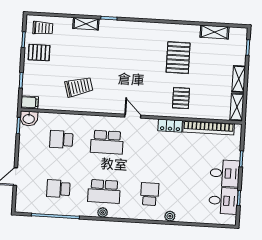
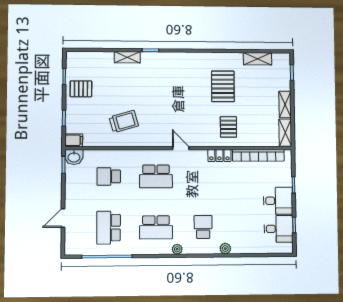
trolley: (43, 28) -> (83, 64), removed
school desk: (58, 189) -> (109, 228), width x1.85
plant: (103, 212) -> (177, 249), moved

